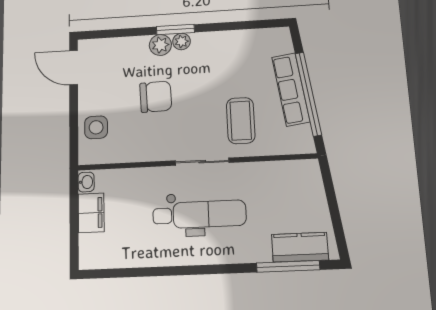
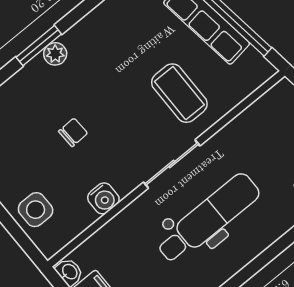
plant: (160, 45) -> (36, 74), removed
chair: (156, 97) -> (73, 132), width x0.54, depth x0.54
water cooler: (143, 152) -> (103, 198), added

